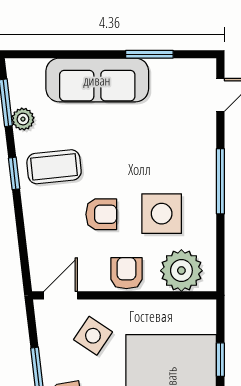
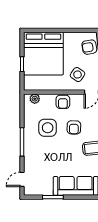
armchair: (101, 214) -> (74, 127), turned -89
plant: (181, 271) -> (35, 99), width x0.53, depth x0.53

